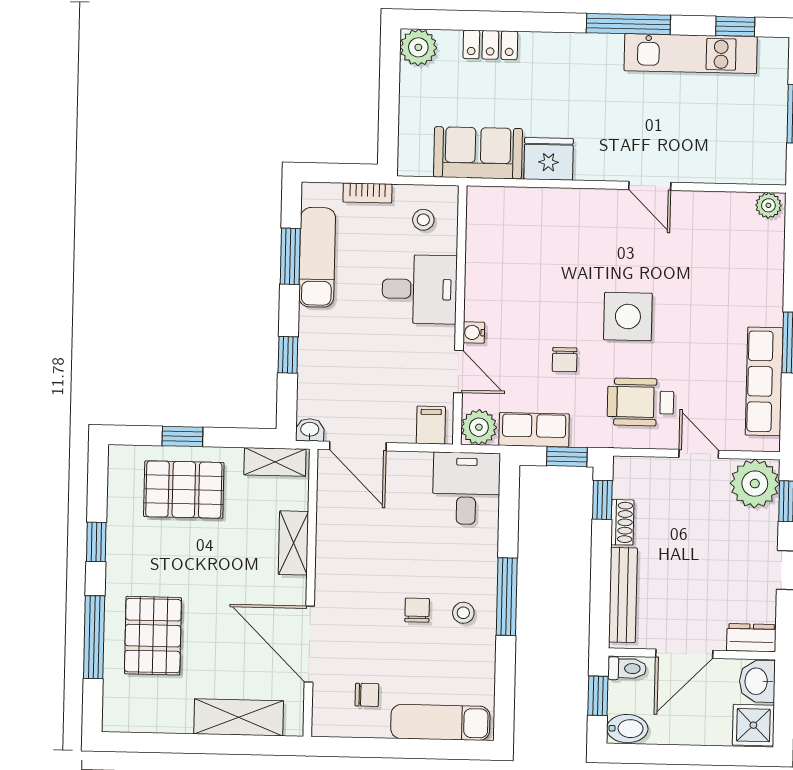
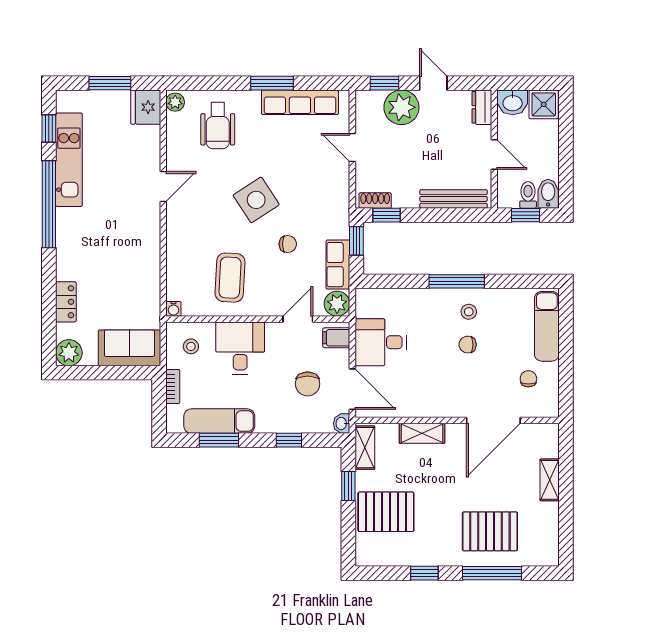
window: (628, 24) -> (49, 204), width x1.46
sofa: (478, 153) -> (129, 348), moved, turned 90
fridge: (549, 159) -> (146, 107), moved
coffee table: (519, 277) -> (230, 278), added
side table: (628, 316) -> (256, 200), turned -33
water cooler: (474, 332) -> (173, 309), moved
chair: (367, 383) -> (308, 384), added
wheelchair: (641, 402) -> (218, 126), moved
window: (182, 436) -> (348, 486), moved
door: (358, 446) -> (352, 389), hinge flipped
door: (699, 454) -> (352, 148), hinge flipped
plant: (755, 484) -> (401, 107), moved
desk: (466, 488) -> (381, 342), moved
pallet: (184, 490) -> (386, 512), turned 90
shoe rack: (622, 522) -> (375, 200), moved
door: (684, 654) -> (494, 155), width x0.73
toilet: (627, 668) -> (528, 195), moved
shelving: (239, 717) -> (550, 480), width x0.67, depth x0.75

